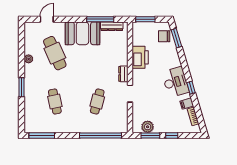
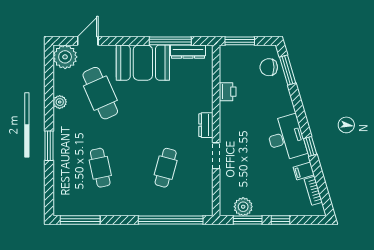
plant: (32, 30) -> (65, 57), added
printer: (140, 57) -> (228, 92), width x0.53, depth x0.68

